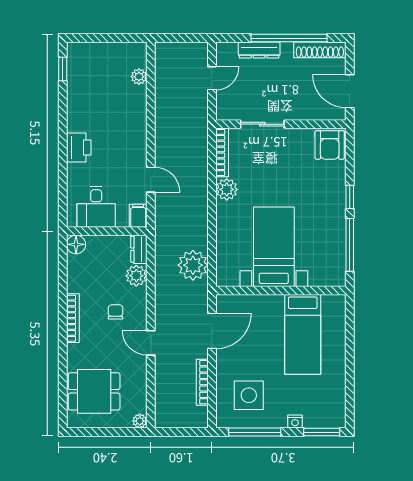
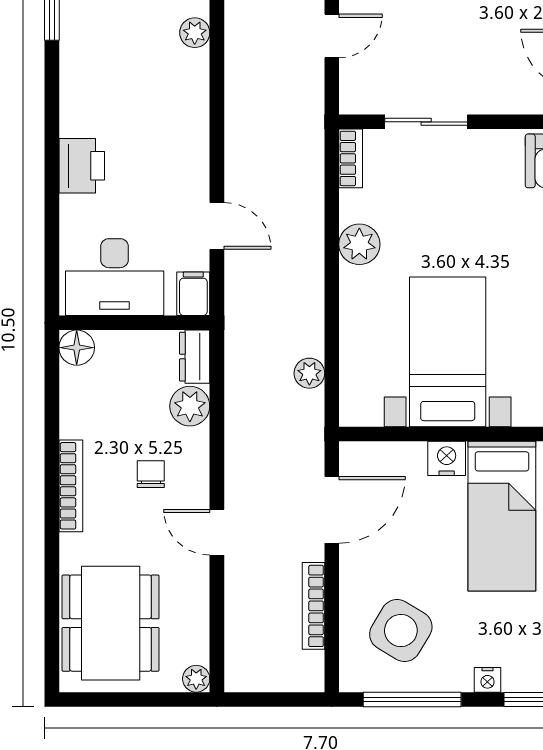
bookcase: (222, 152) -> (351, 158), width x0.64
desk: (96, 207) -> (115, 277), width x1.37
plant: (193, 265) -> (309, 373), width x0.53, depth x0.53
nightstand: (273, 304) -> (447, 458), added
dining table: (94, 391) -> (111, 623), width x1.38
side table: (249, 395) -> (401, 631), turned 31

